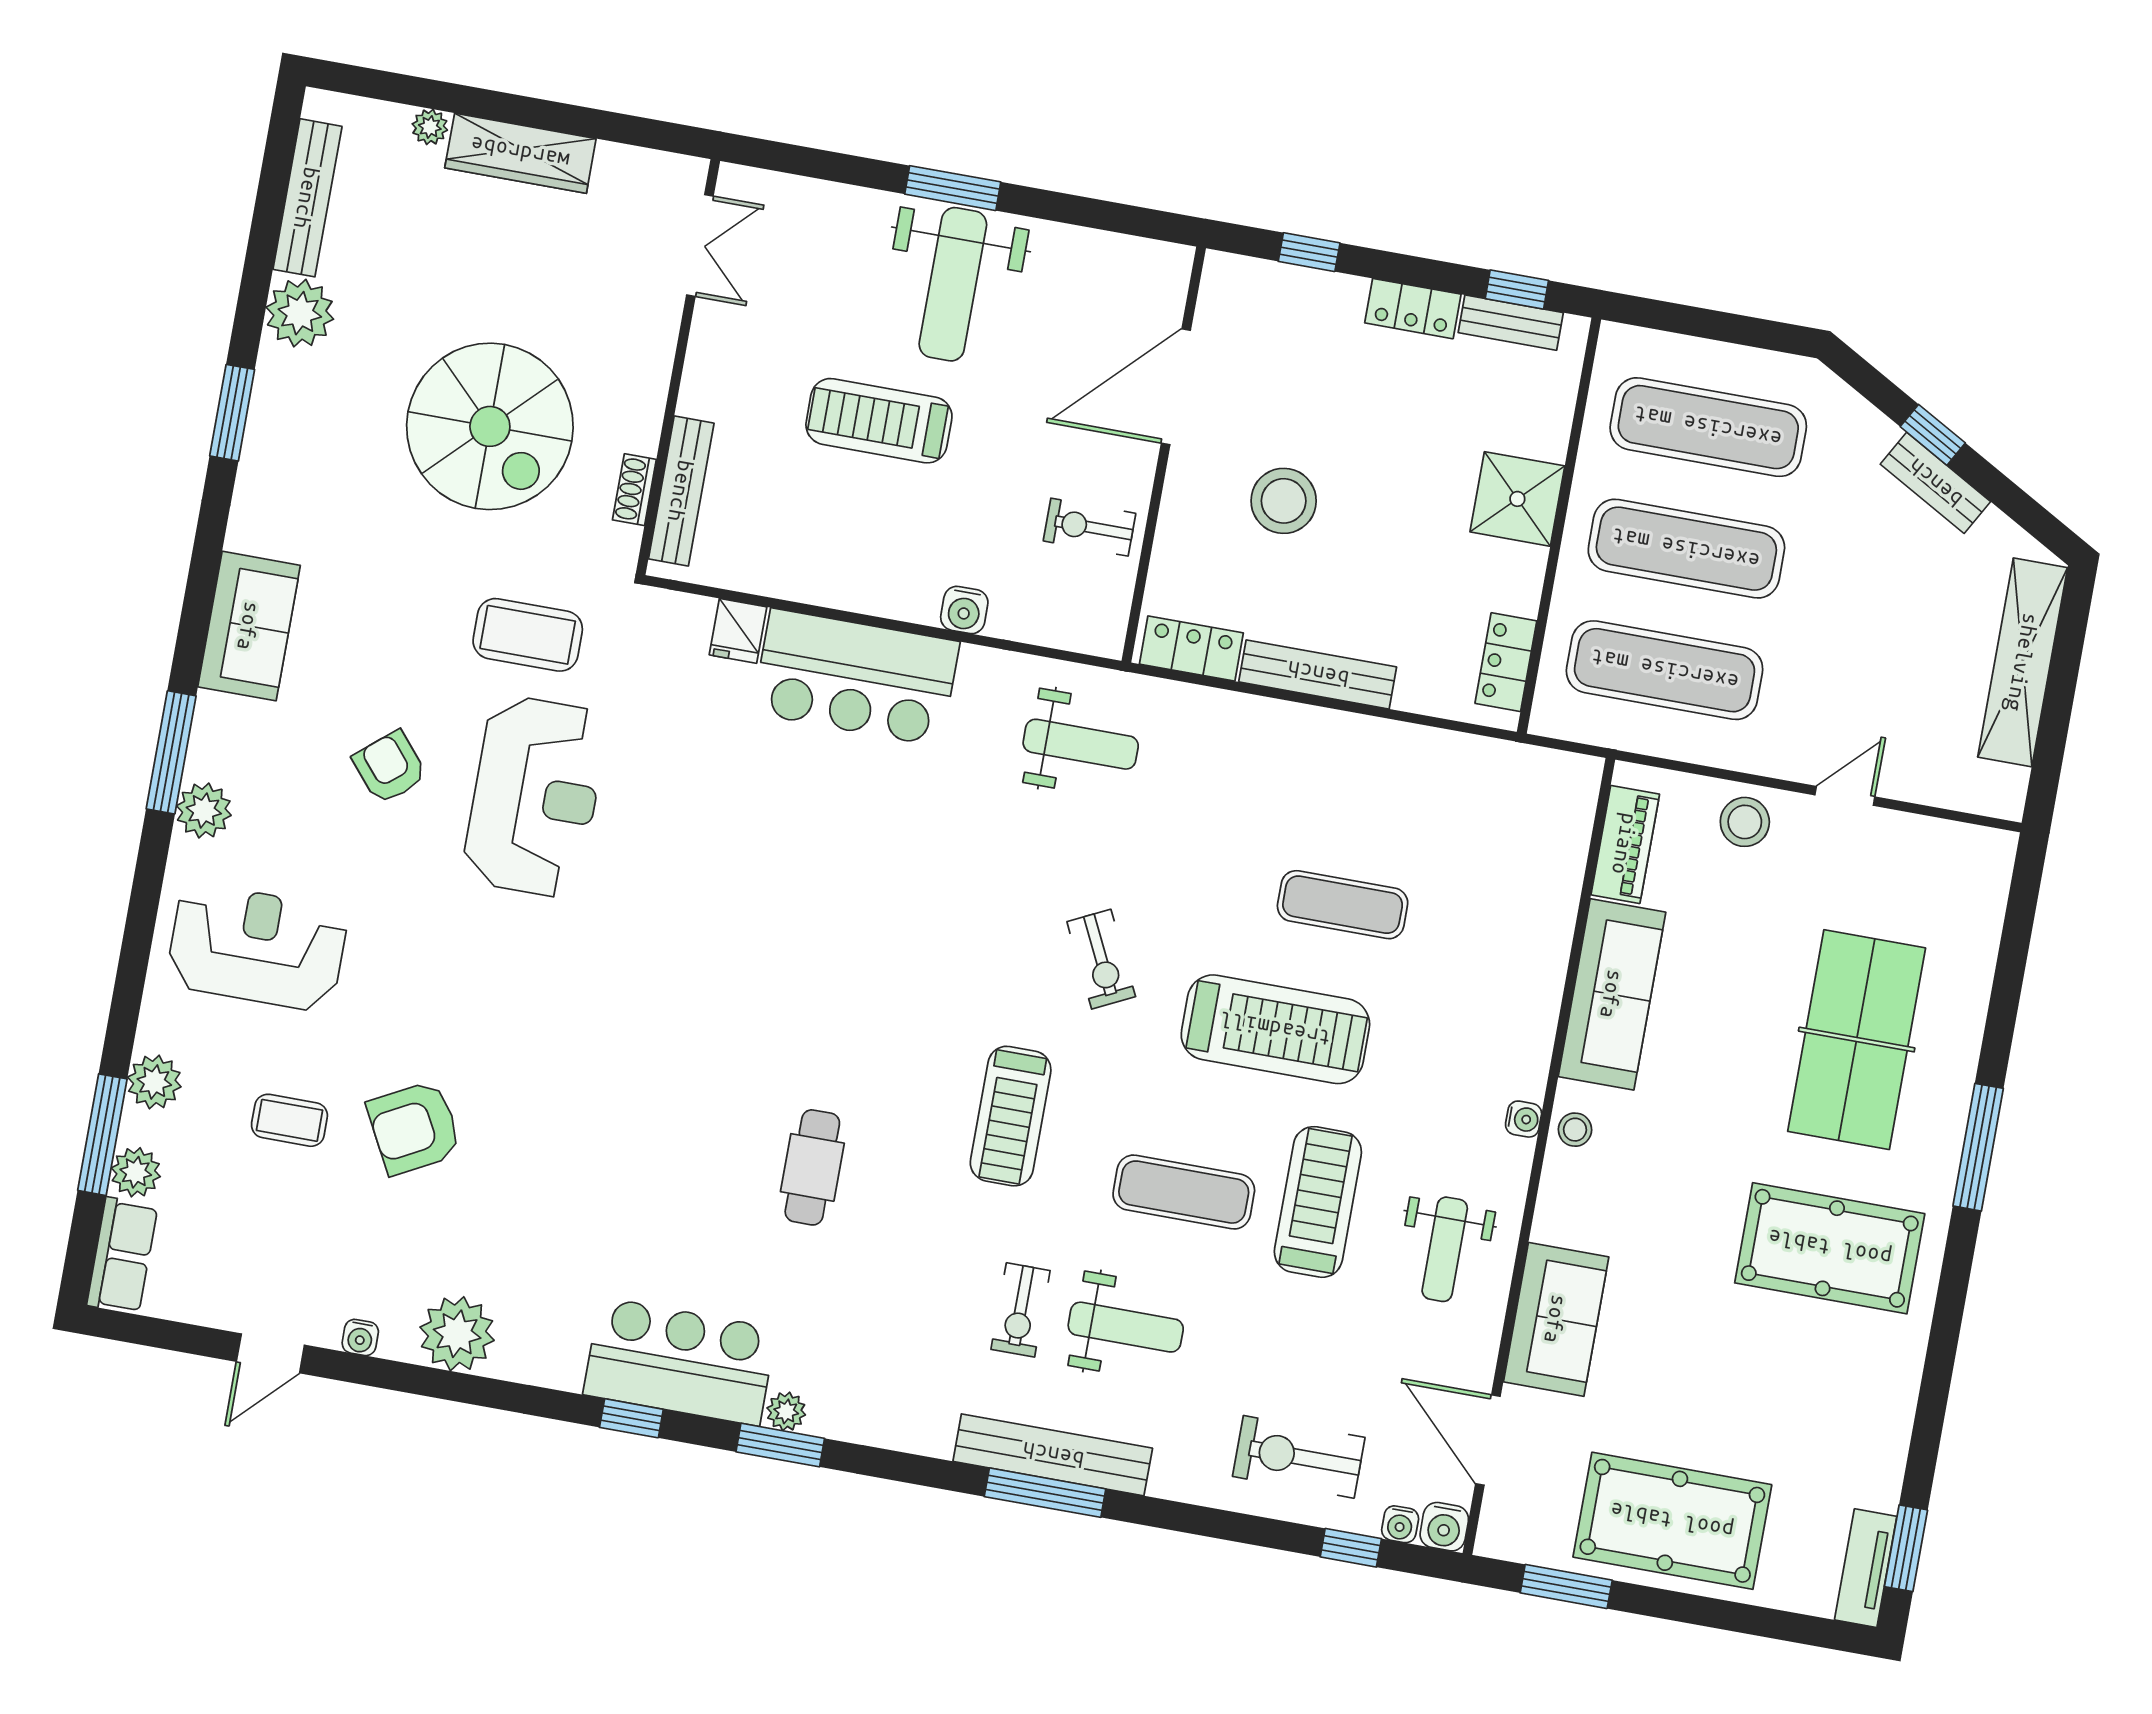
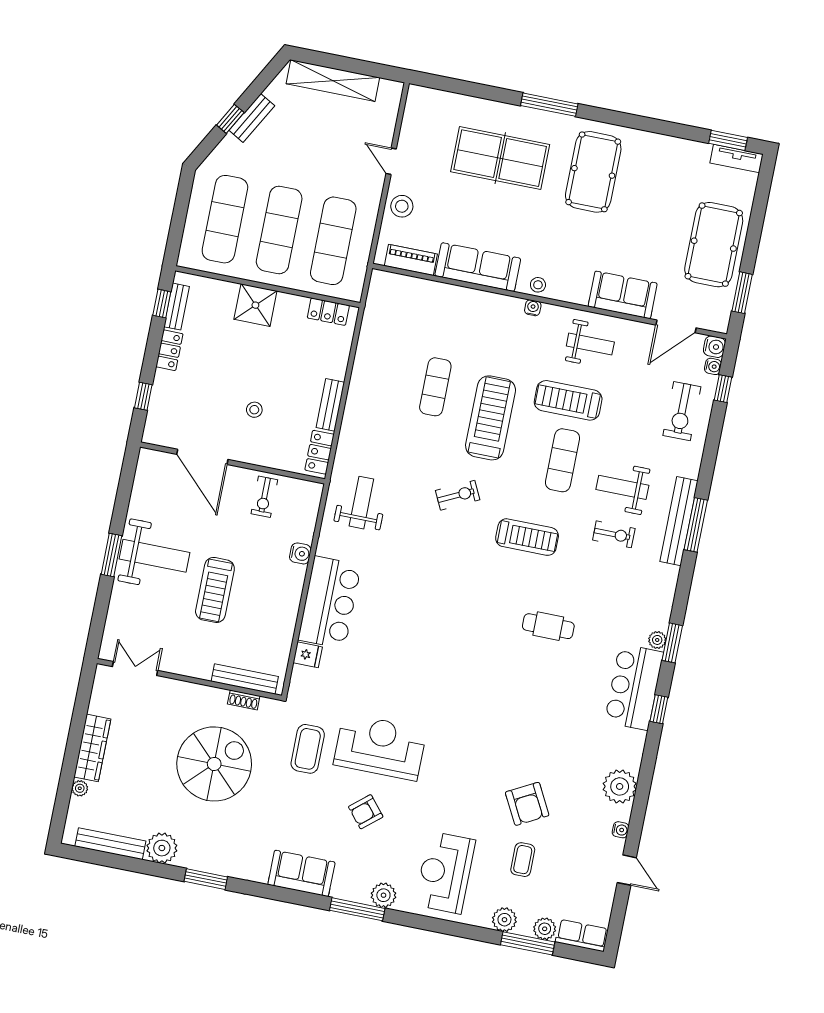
stool: (1284, 501) -> (254, 410), width x0.53, depth x0.53
bench: (1318, 674) -> (330, 405), width x0.73
weight bench: (1126, 1327) -> (622, 487), turned -90

